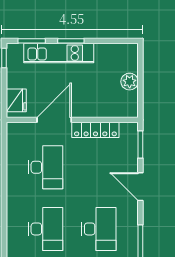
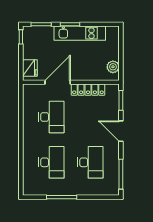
kitchen unit: (59, 53) -> (80, 33), moved
plant: (130, 82) -> (113, 67), moved

